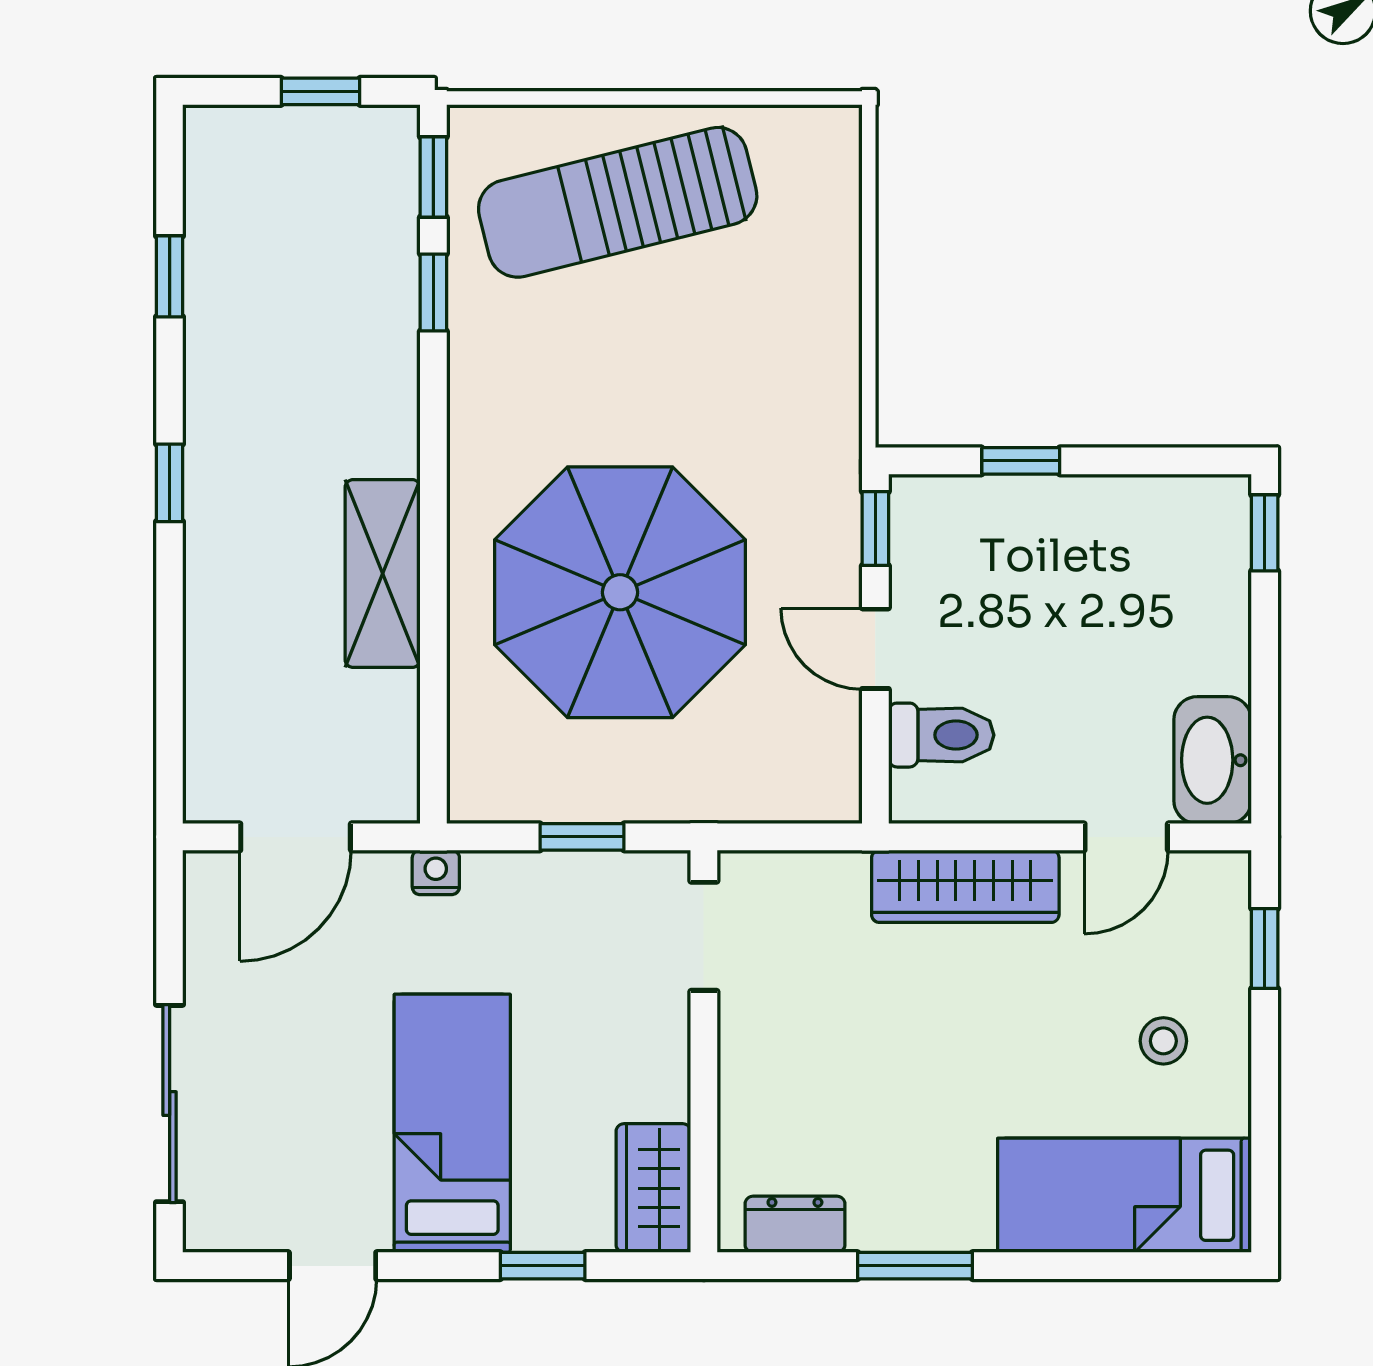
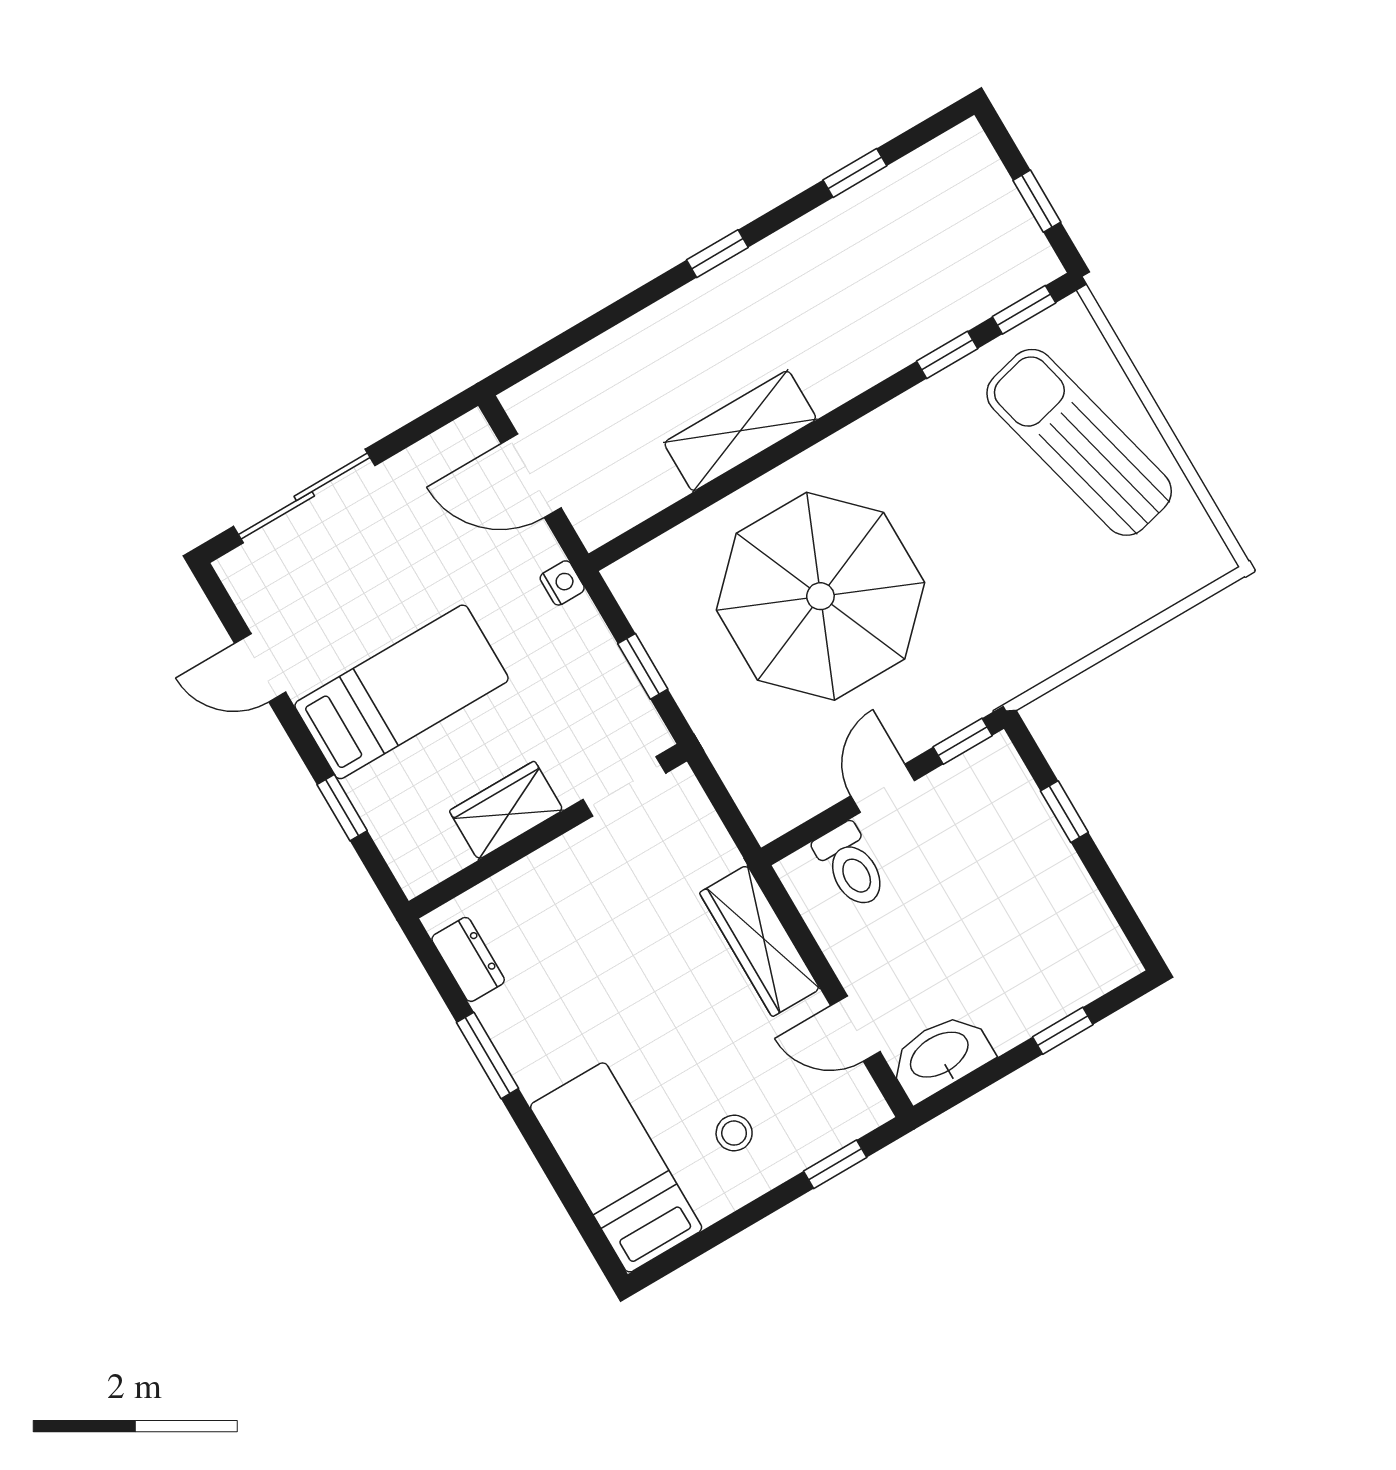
window: (1265, 533) -> (1063, 1031), moved
wardrobe: (653, 1188) -> (506, 810), moved

